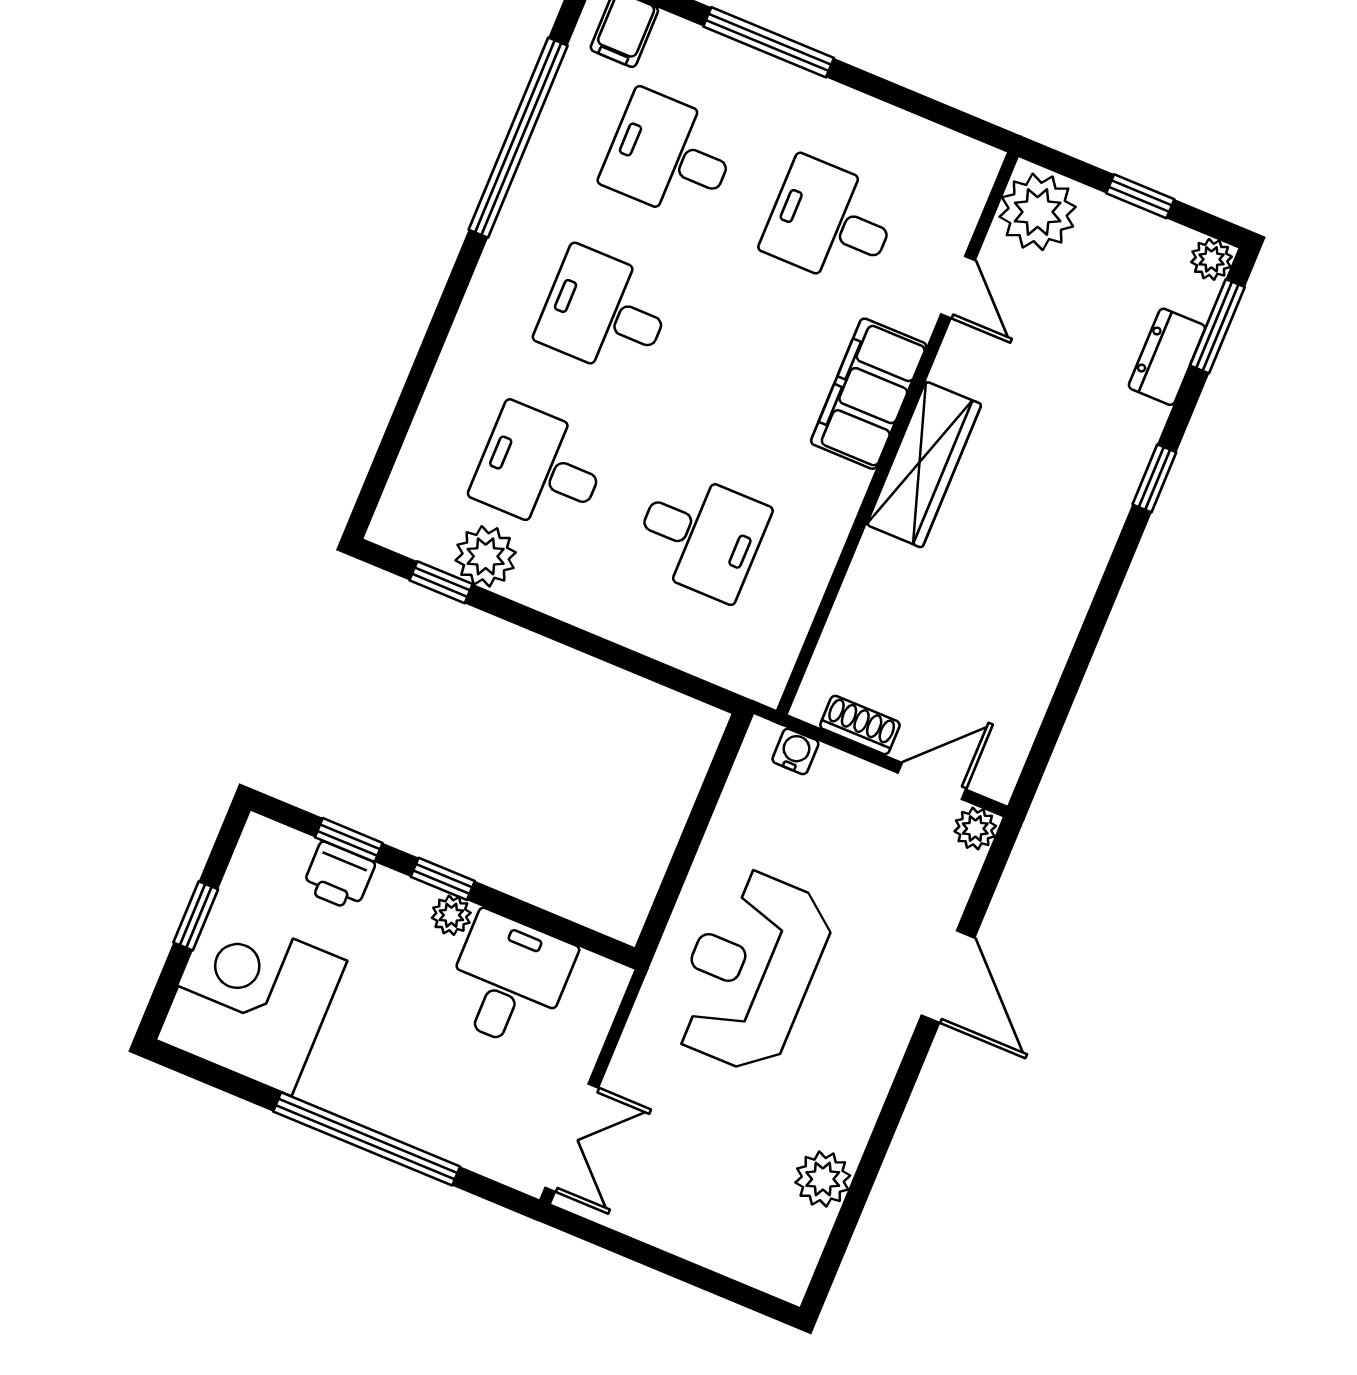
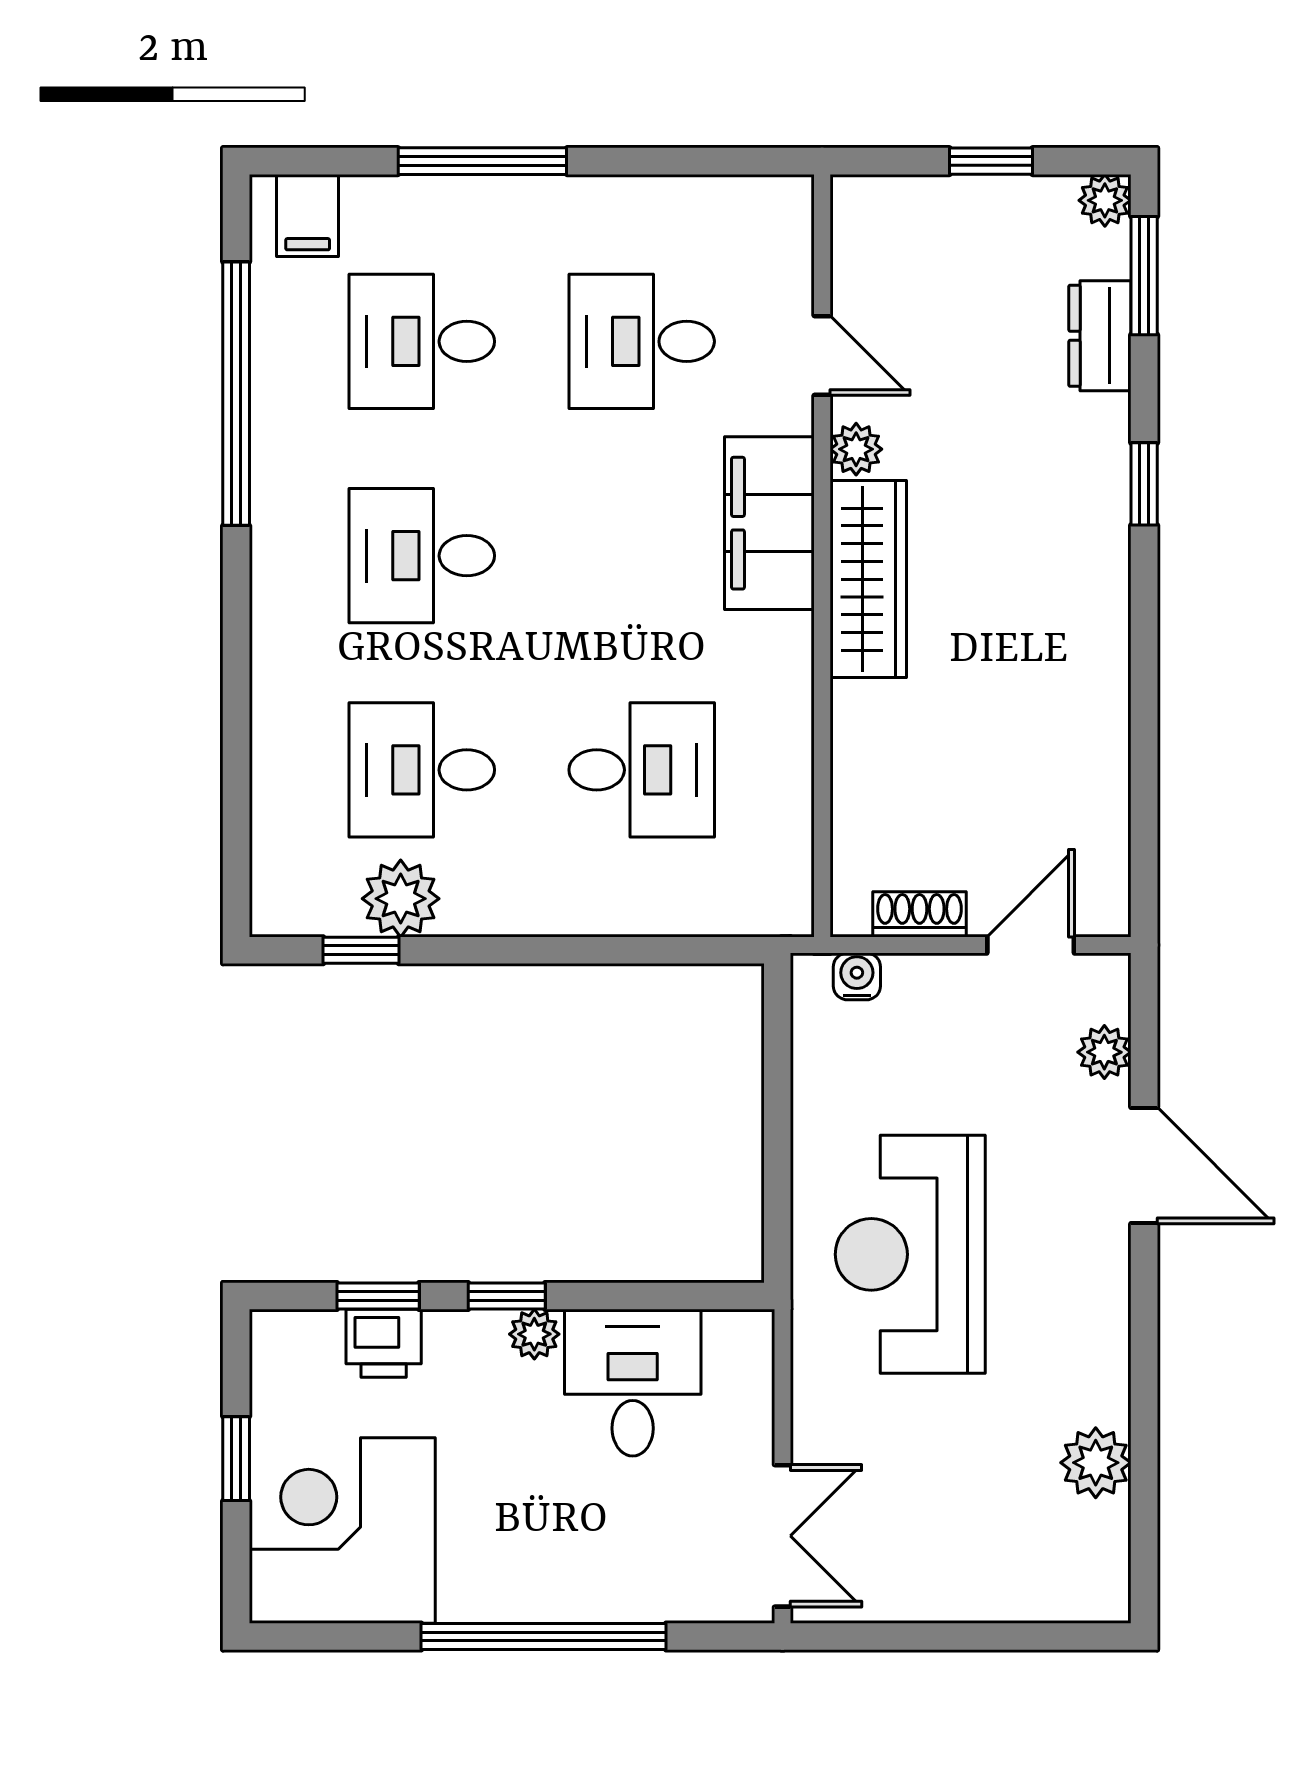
plant: (1038, 212) -> (856, 449), moved, width x0.53, depth x0.53
plant: (975, 829) -> (1104, 1052), moved

